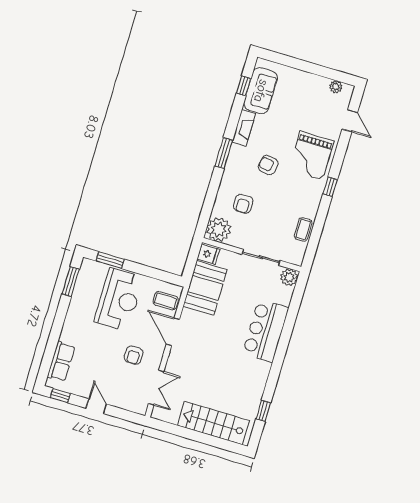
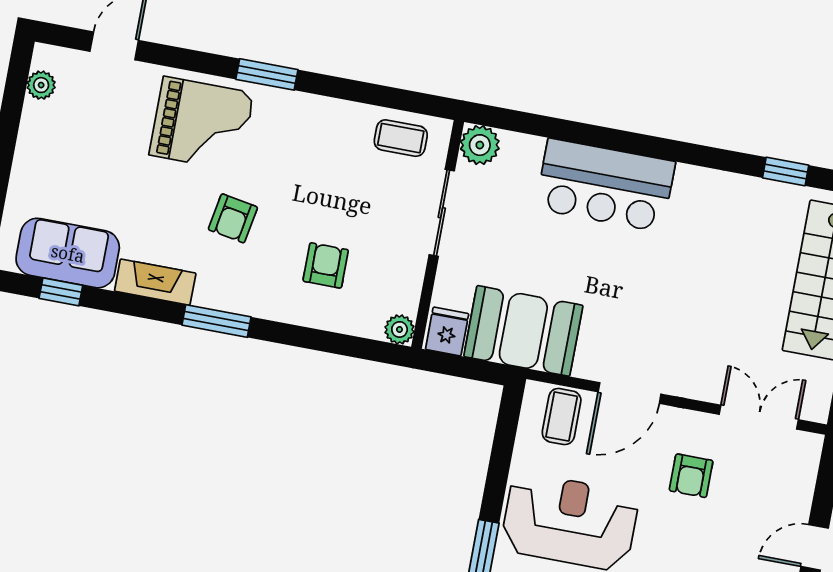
window: (330, 187) -> (267, 74), width x1.50
armchair: (243, 204) -> (326, 265), turned -90
plant: (219, 229) -> (399, 329), width x0.53, depth x0.53
coffee table: (303, 229) -> (401, 138), moved
armchair: (134, 355) -> (691, 476), turned 90

